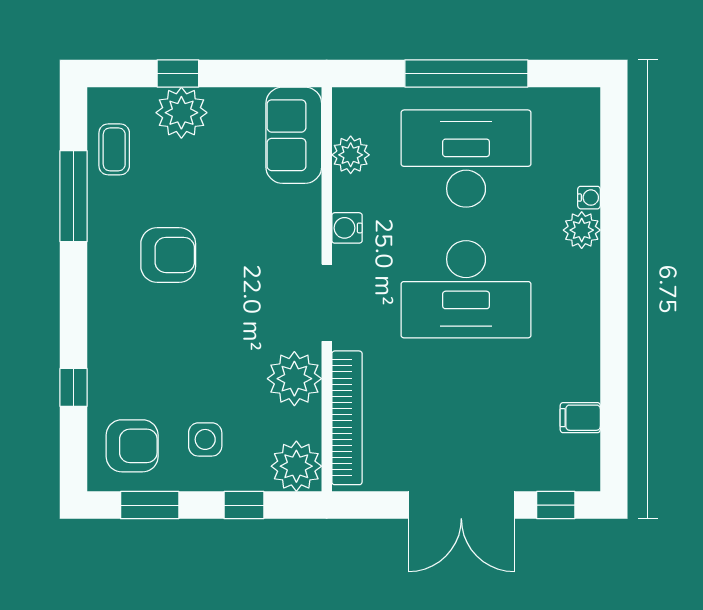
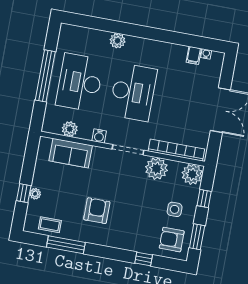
plant: (181, 113) -> (35, 194), width x0.53, depth x0.53
sofa: (294, 135) -> (71, 153), moved
water cooler: (589, 198) -> (206, 54), moved
armchair: (132, 446) -> (172, 240), turned -90
window: (556, 505) -> (227, 72), removed

